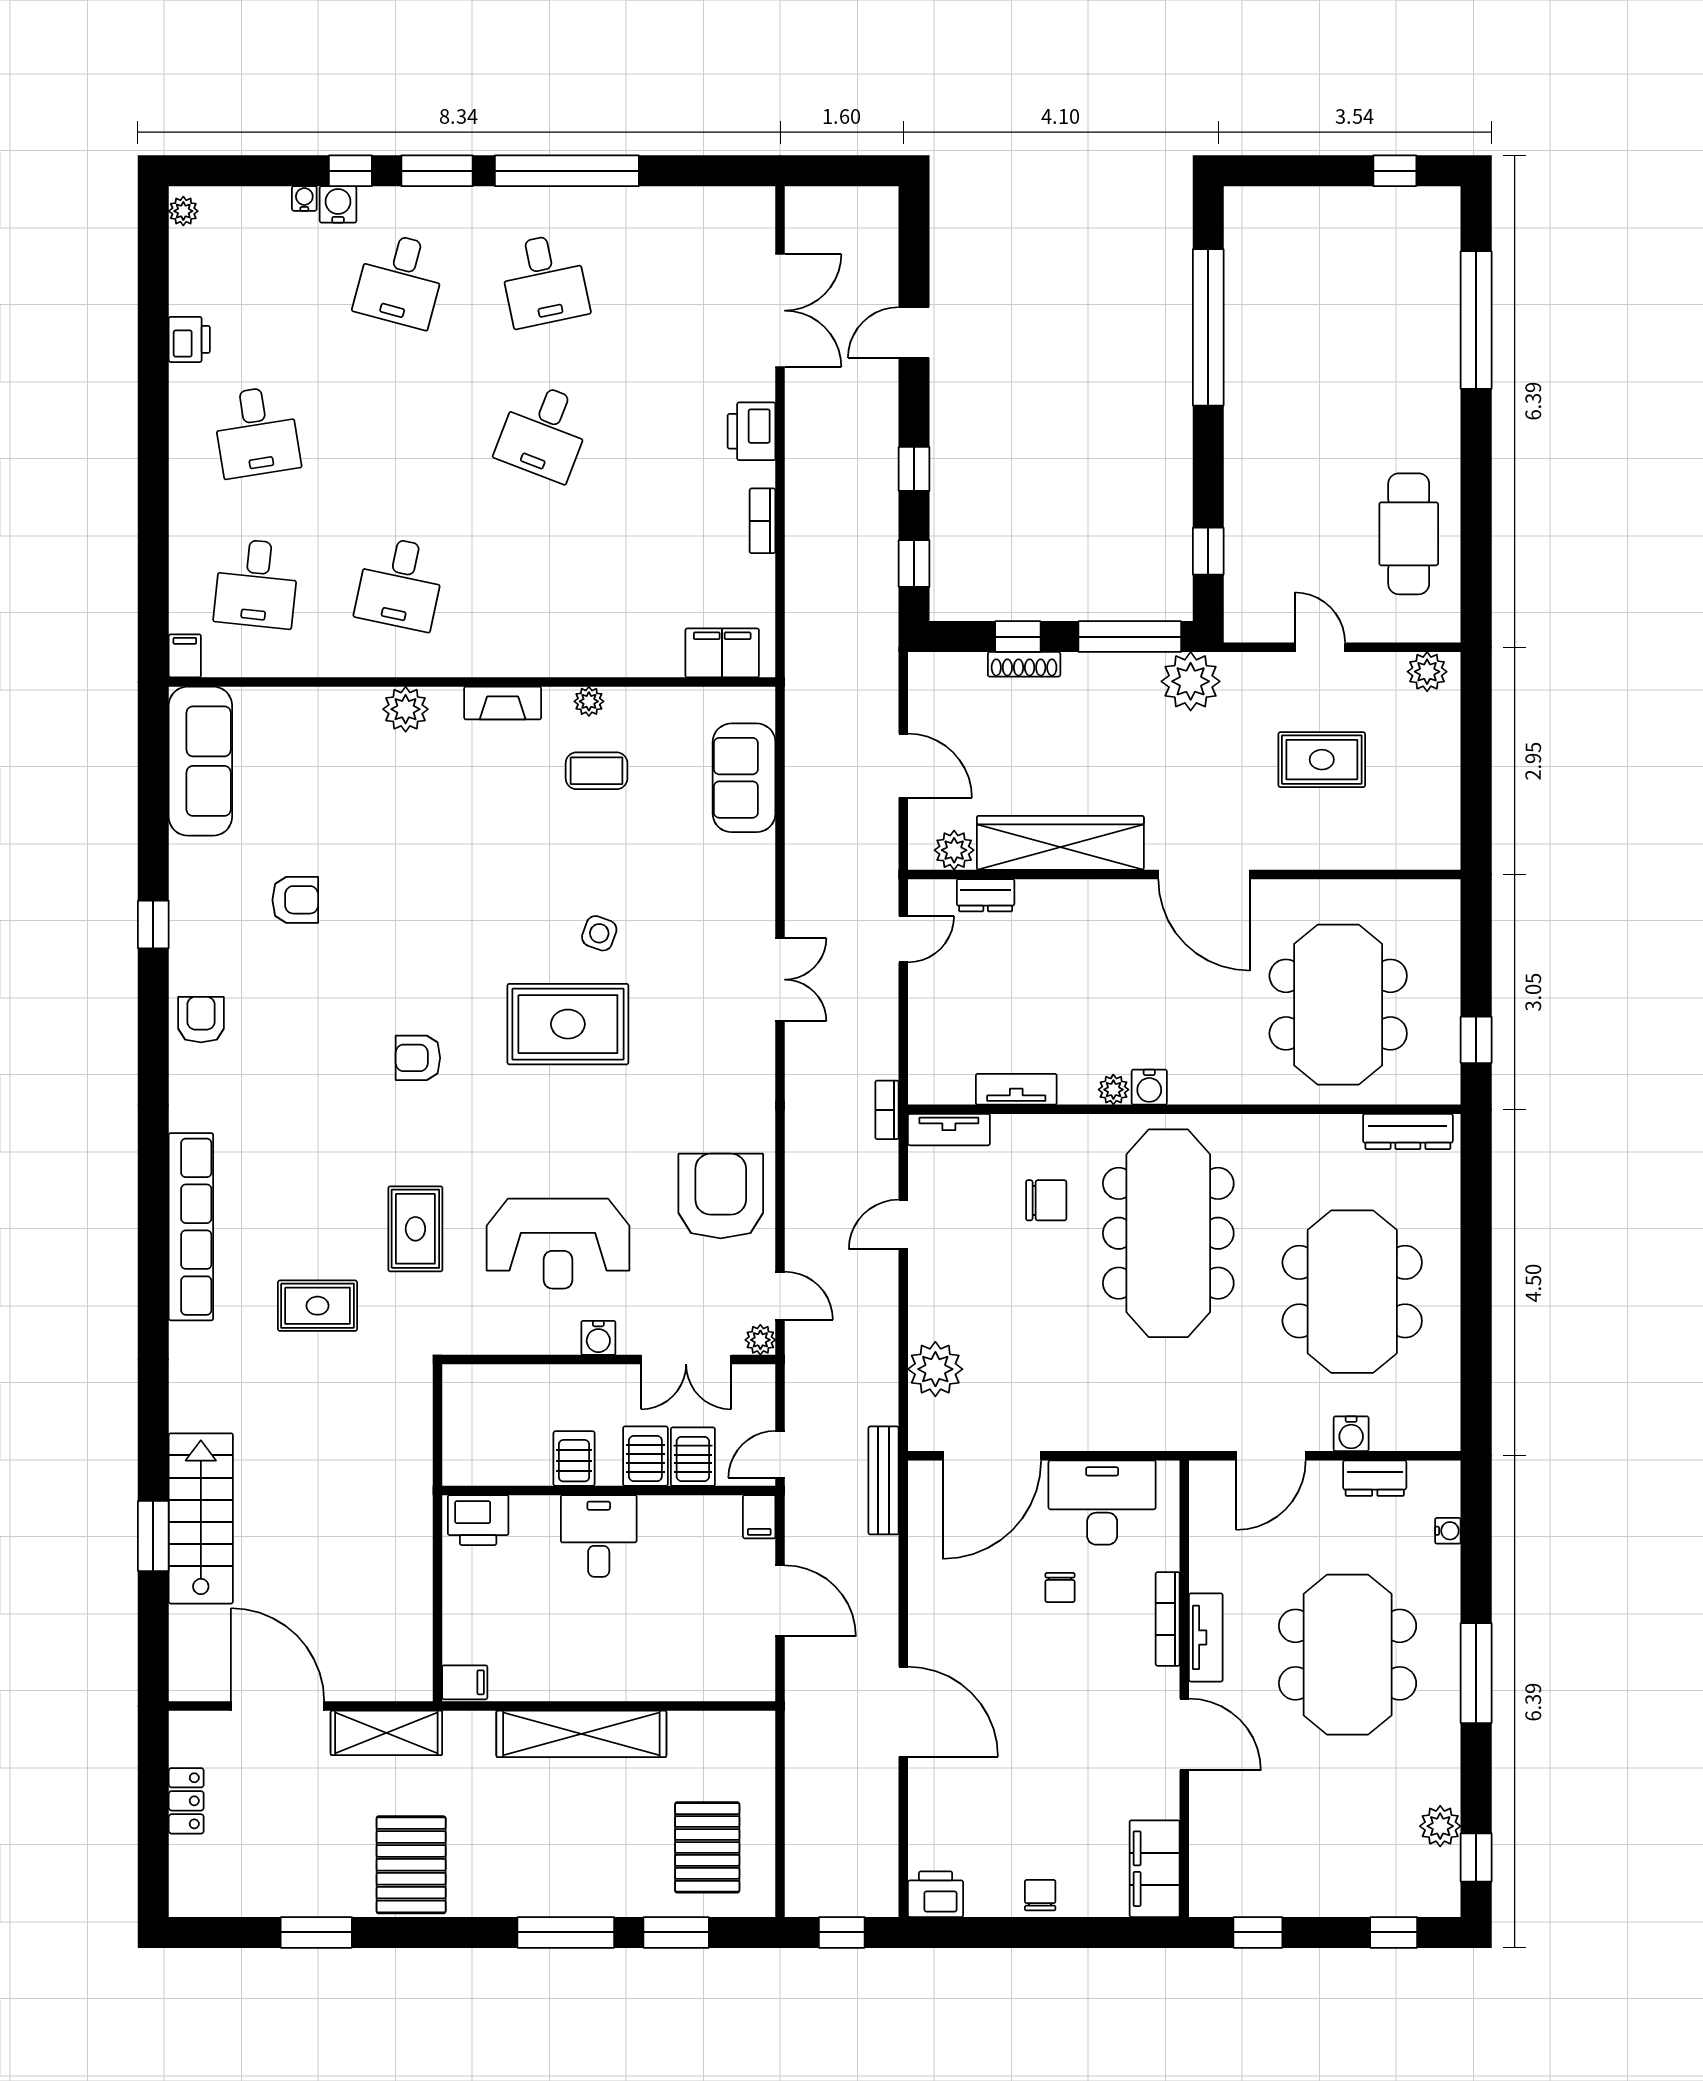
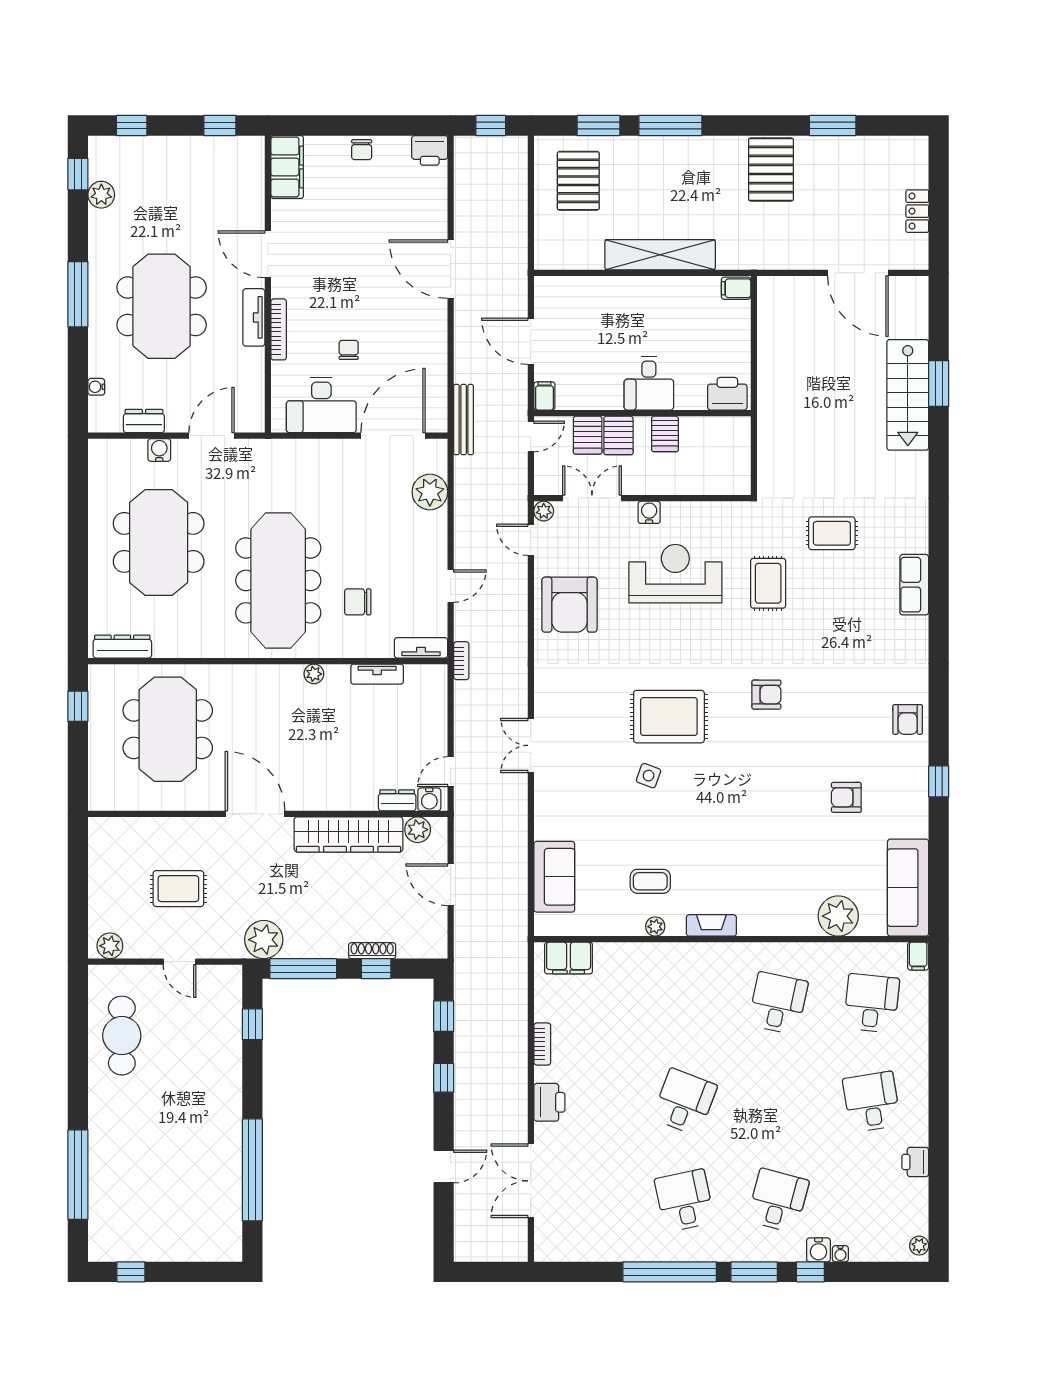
plant: (406, 709) -> (838, 916), moved, width x1.36, depth x1.36
water cooler: (1149, 1087) -> (429, 799), moved, turned 180
row of seats: (191, 1227) -> (914, 585), width x0.50
shelving: (386, 1733) -> (787, 255), removed

